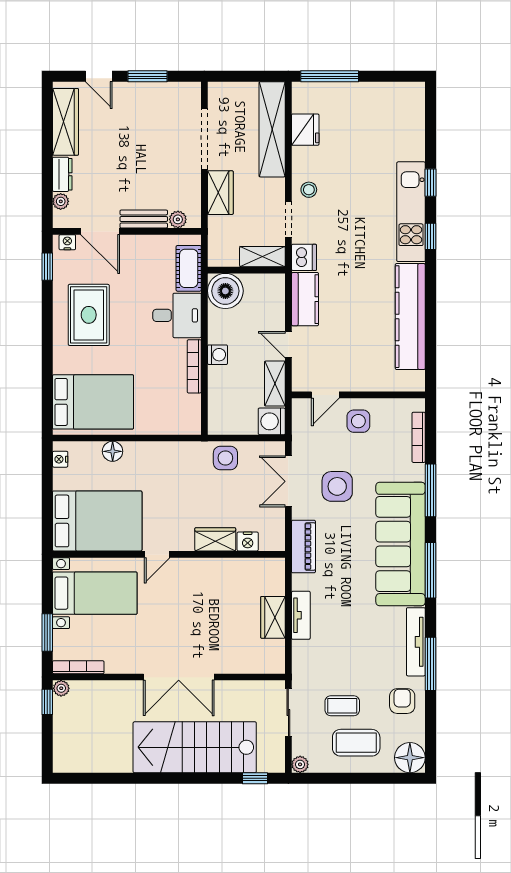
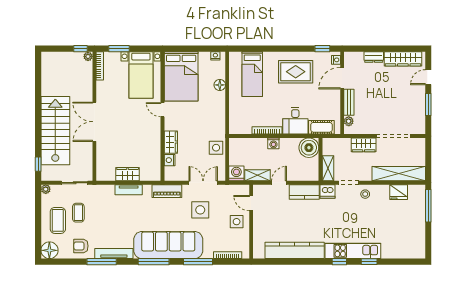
plant: (61, 201) -> (359, 56), removed
bed: (93, 402) -> (252, 74), width x0.67
armchair: (402, 701) -> (81, 246), turned 180

